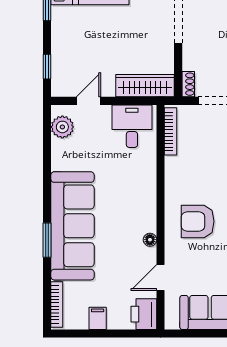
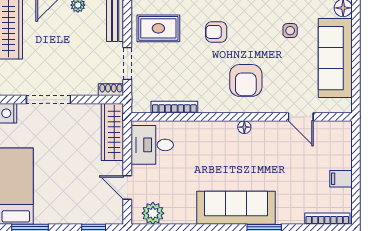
bookcase: (170, 131) -> (174, 107), moved
sofa: (73, 226) -> (236, 208), width x0.74, depth x0.79
floor lamp: (150, 240) -> (244, 127), moved
printer: (144, 314) -> (337, 133), removed

